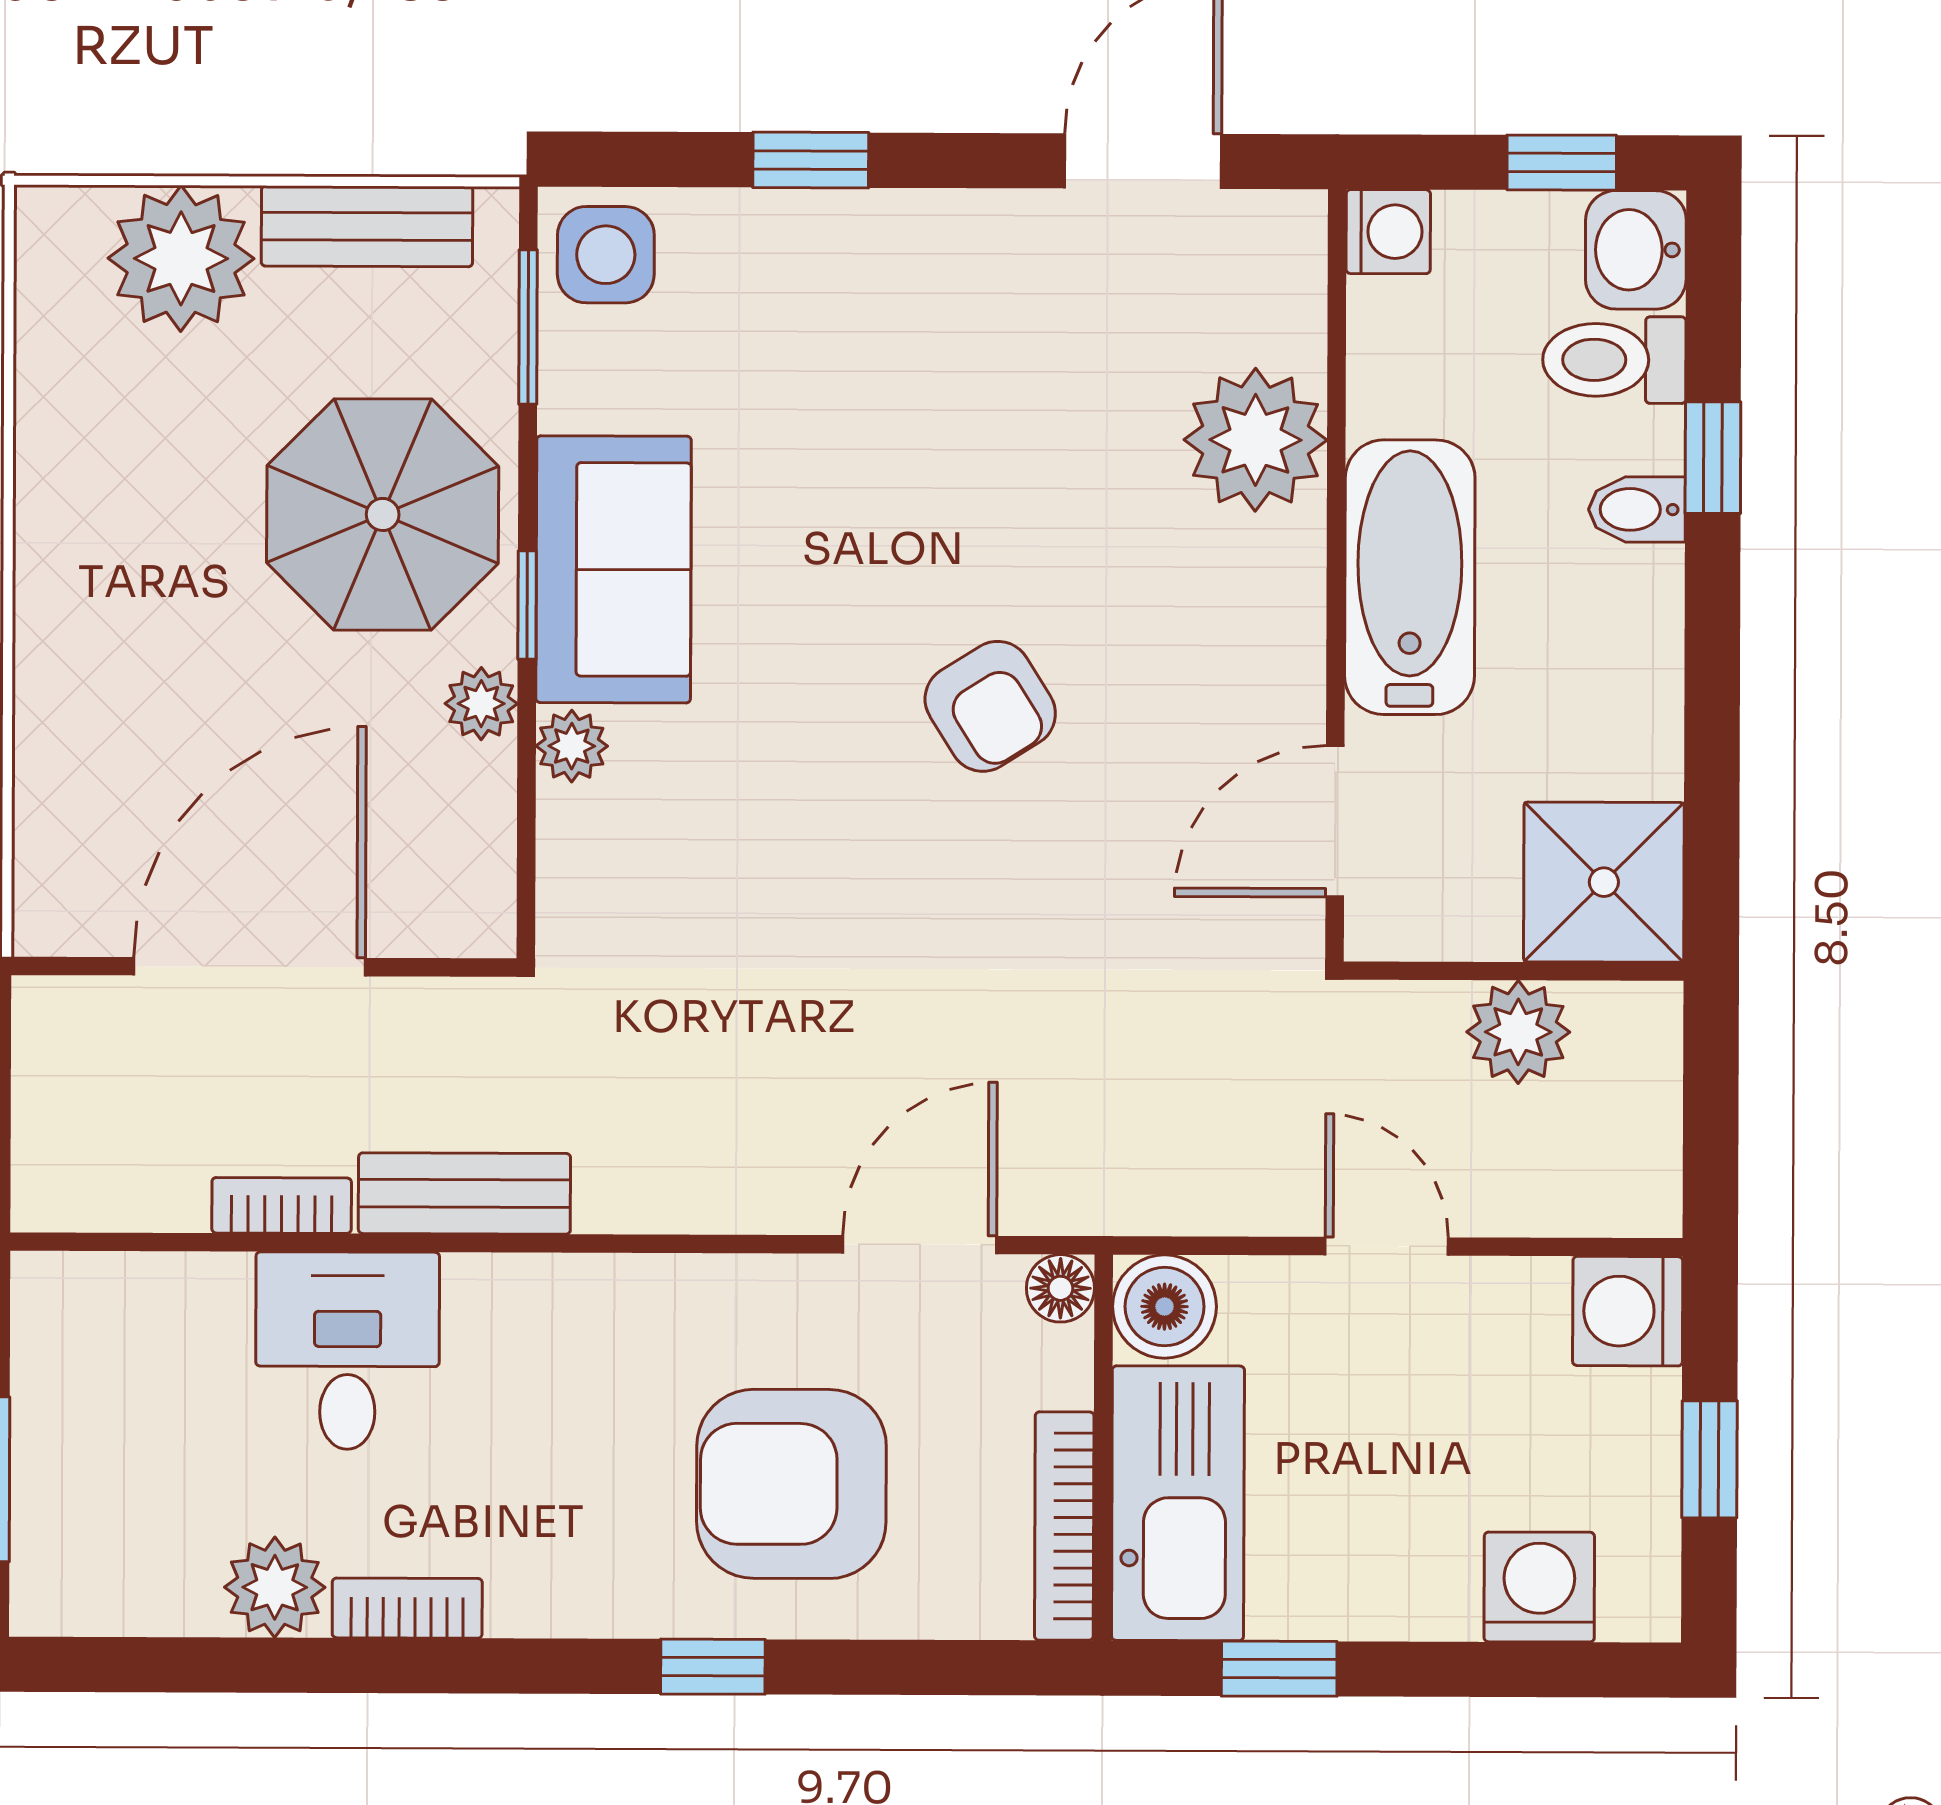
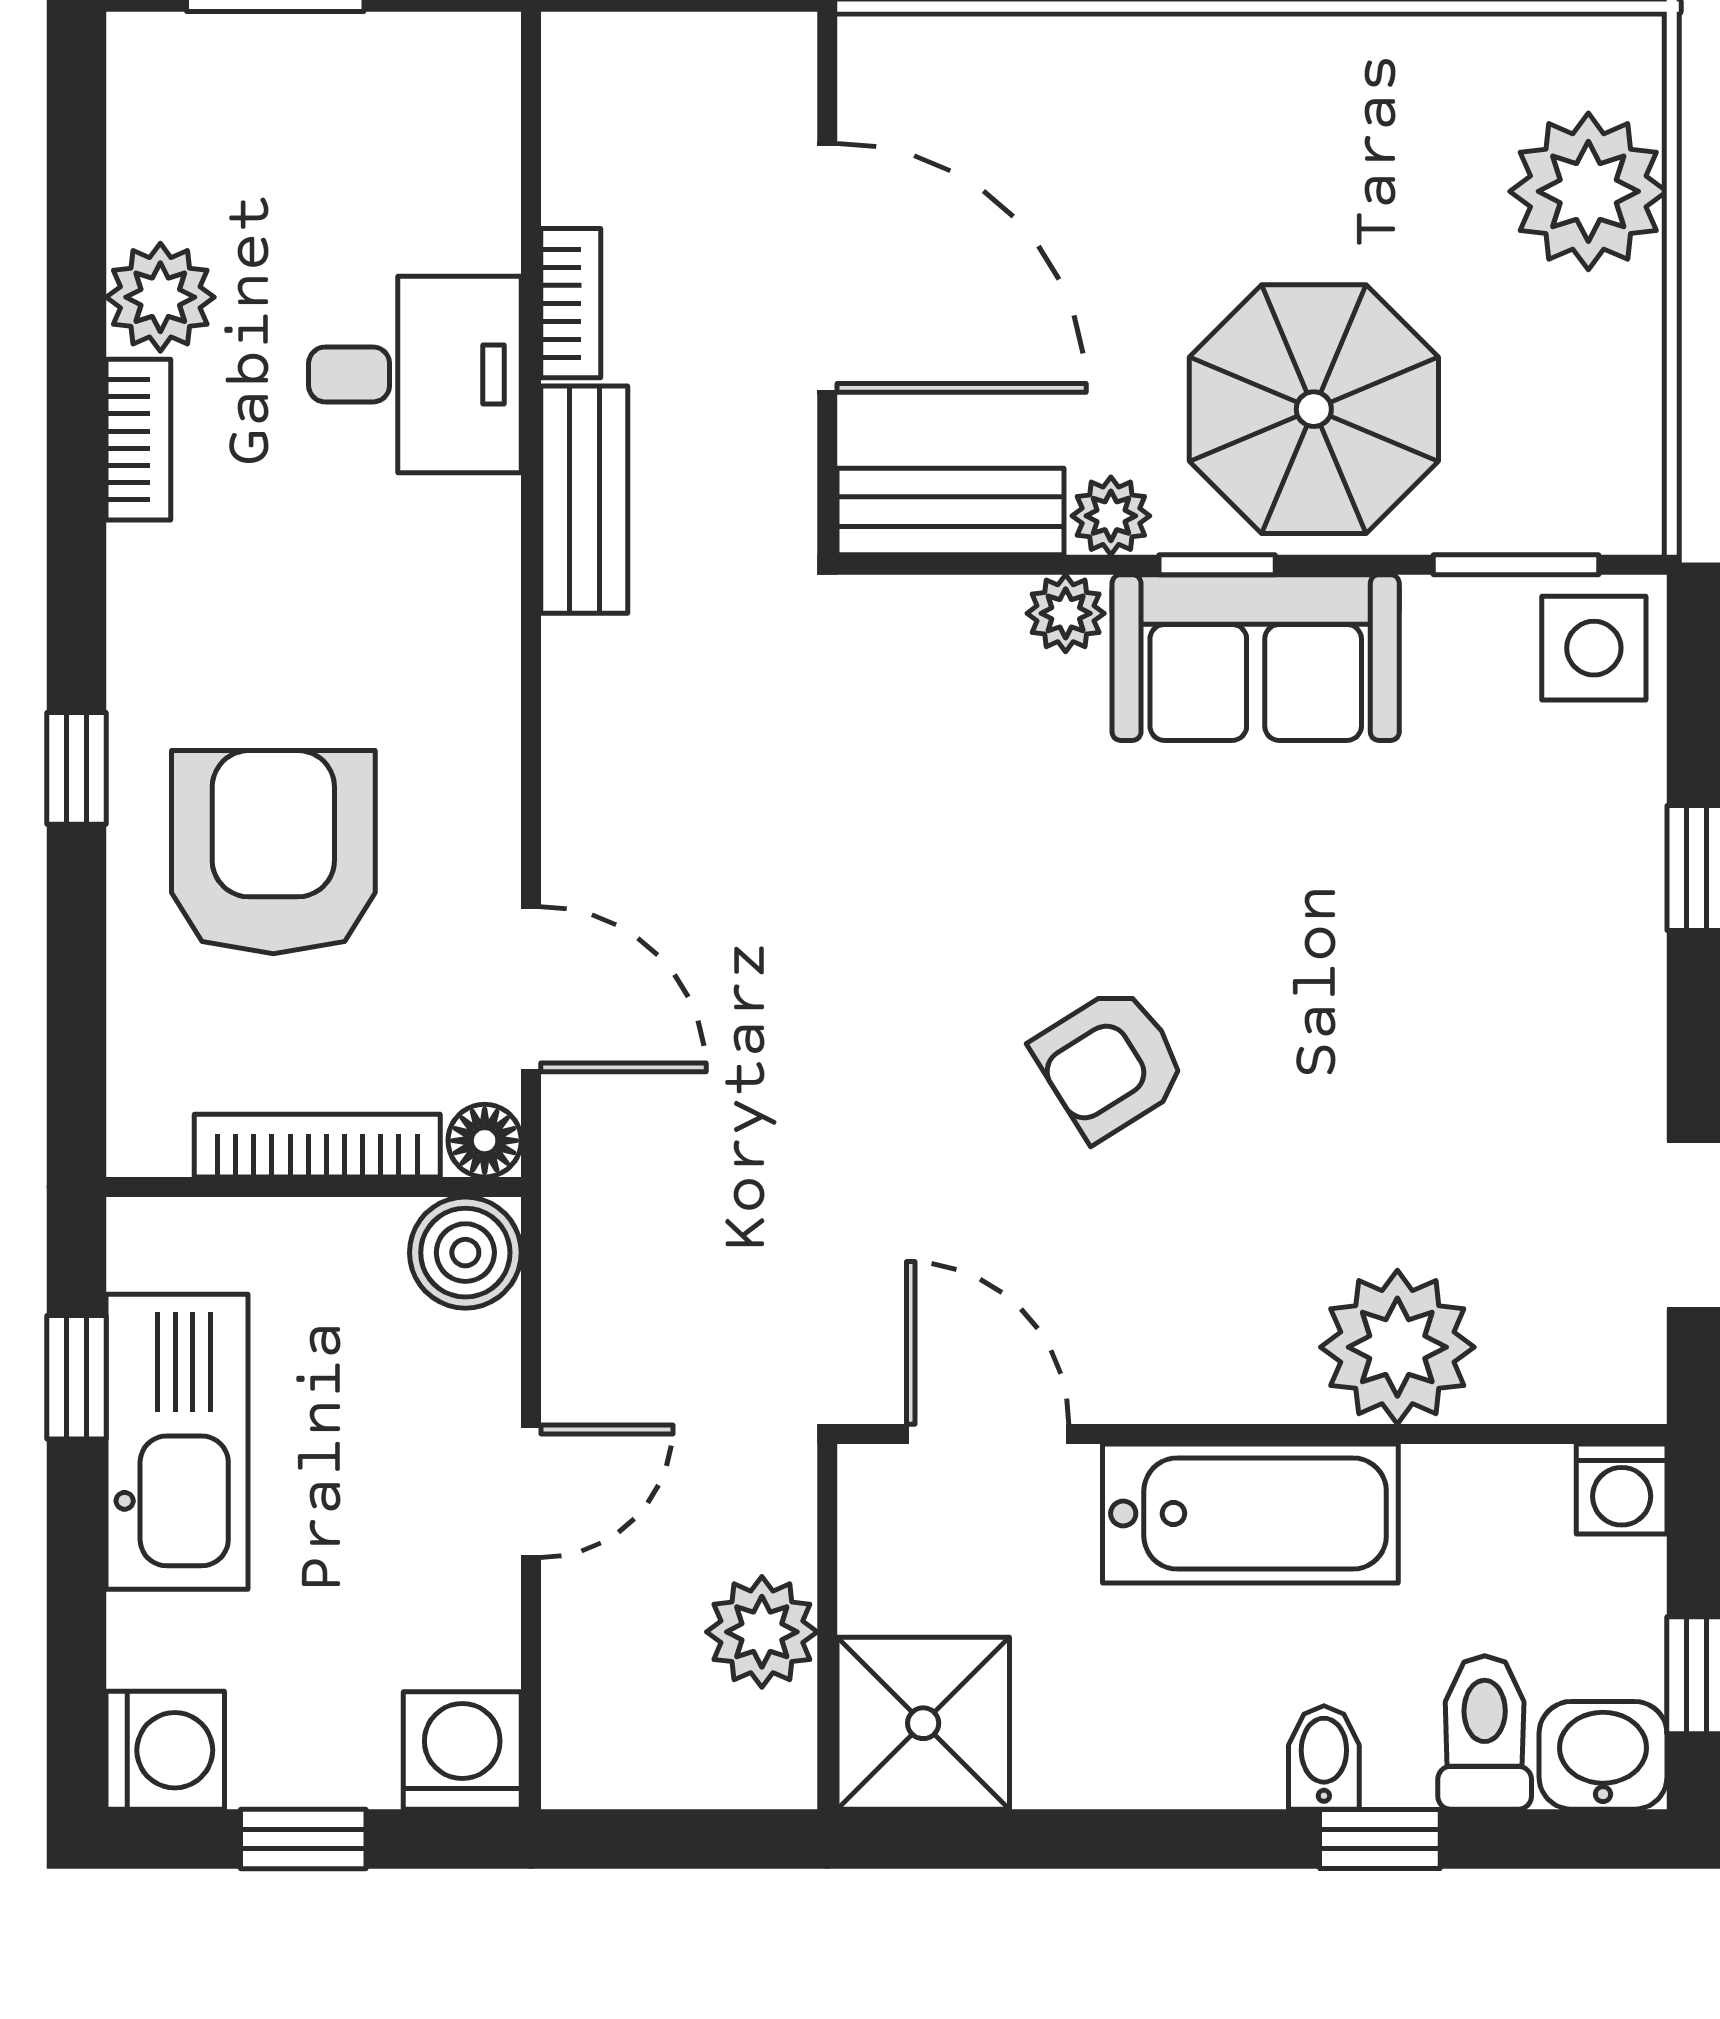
bench: (367, 226) -> (951, 512), moved, turned 90
kitchen sink: (1178, 1503) -> (177, 1442), moved, turned -90
bookcase: (1064, 1526) -> (317, 1146), moved
washing machine: (1539, 1587) -> (165, 1750), moved

